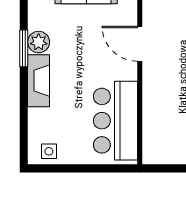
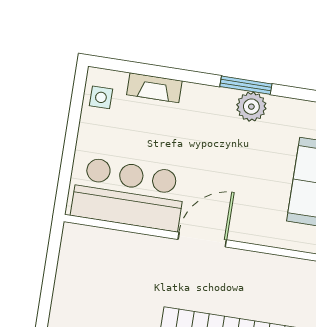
door: (140, 44) -> (202, 240), moved
fireplace: (39, 81) -> (154, 88), moved, width x0.73, depth x0.76

